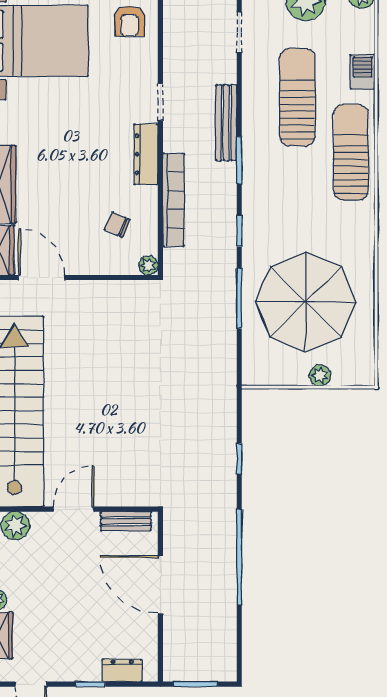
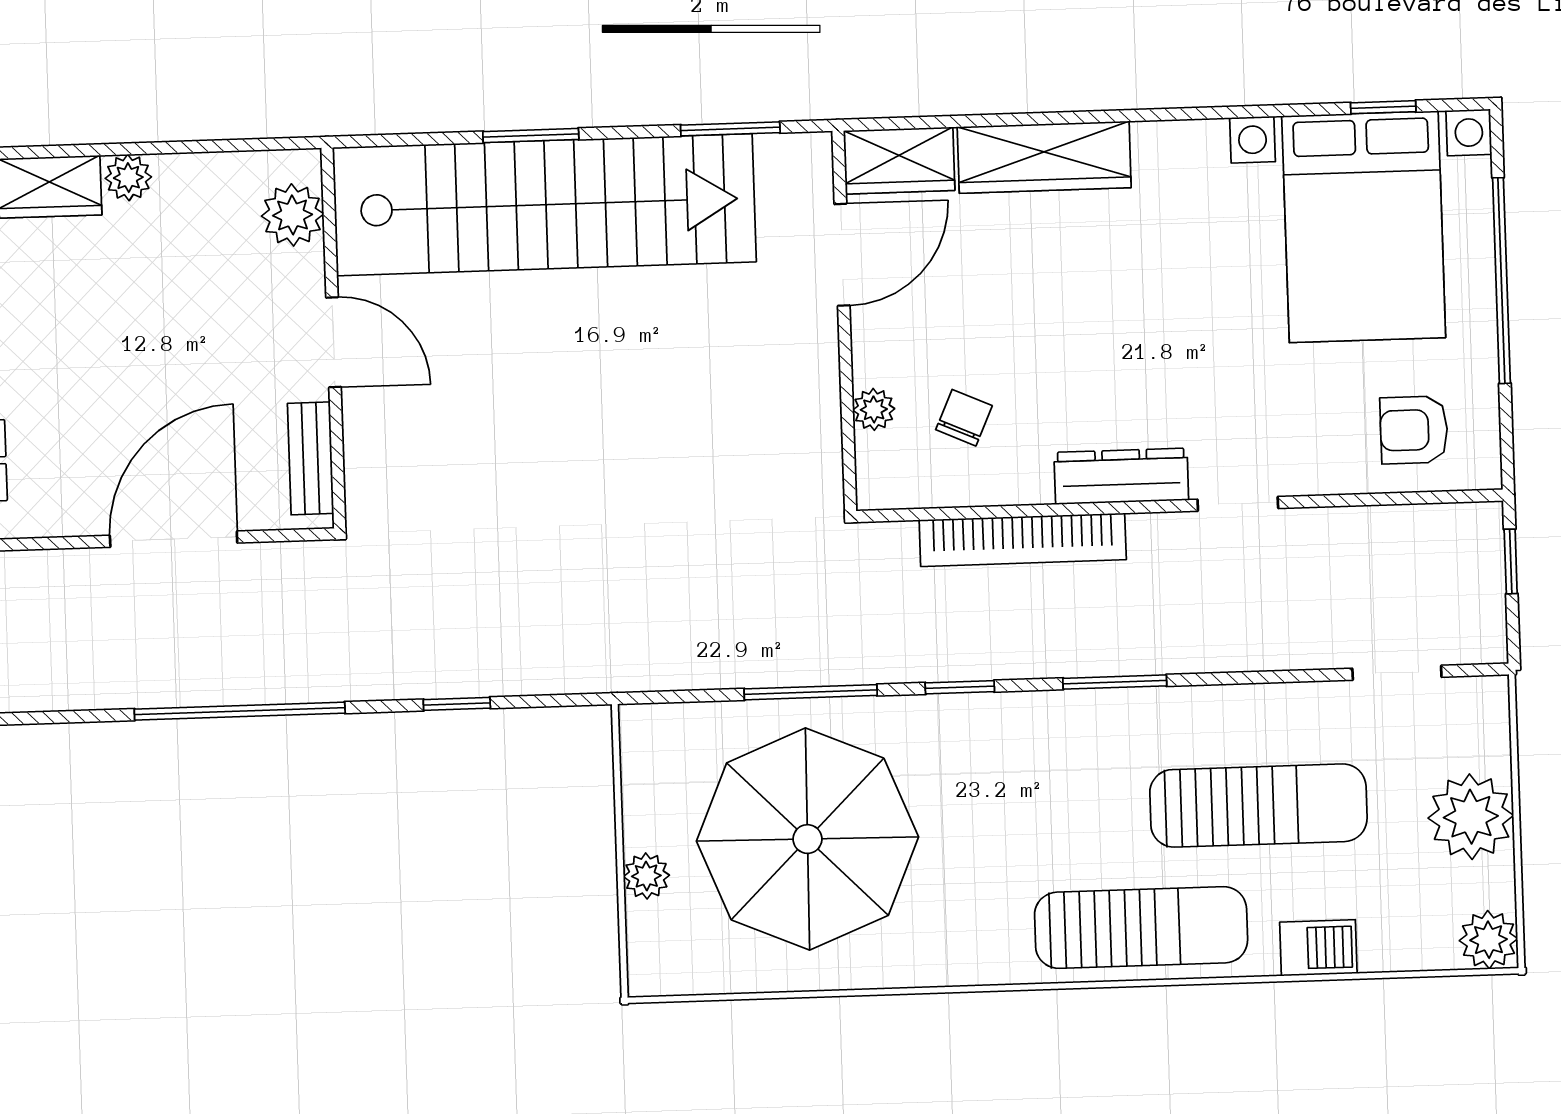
bench: (226, 123) -> (1197, 650), removed
plant: (148, 265) -> (874, 409), moved

